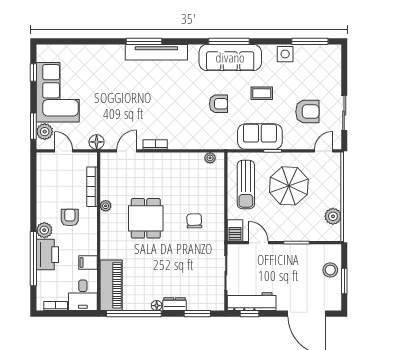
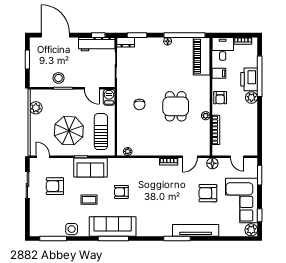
tv unit: (156, 52) -> (196, 230), moved
armchair: (103, 102) -> (208, 193), added
plant: (45, 132) -> (251, 230), moved
door: (324, 151) -> (43, 157), swing flipped
armchair: (70, 218) -> (220, 98), moved
stool: (330, 270) -> (59, 78), moved
dresser: (175, 304) -> (126, 42), moved

